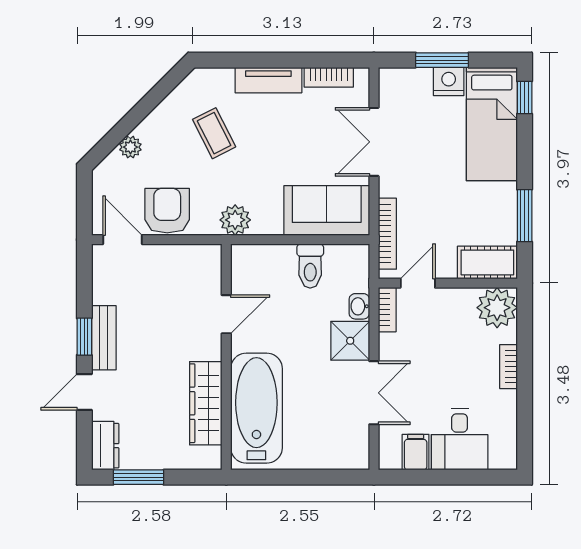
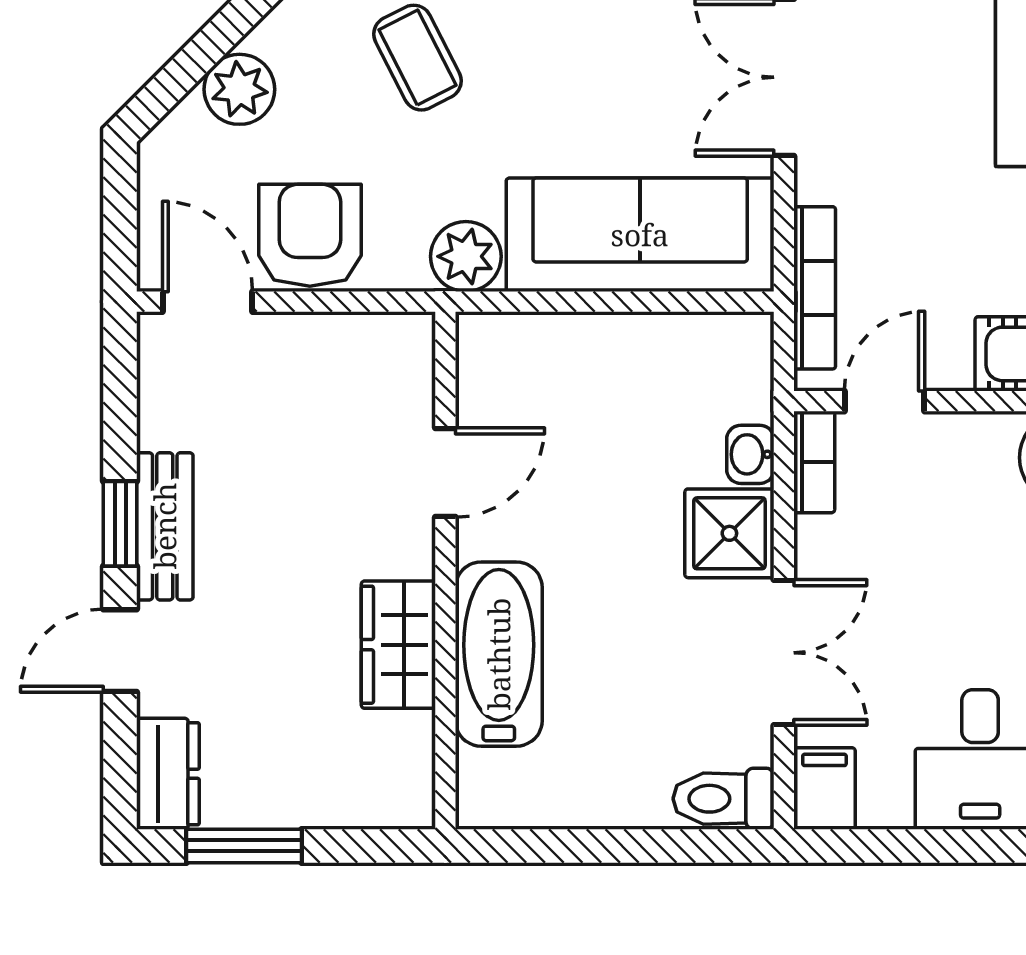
plant: (130, 147) -> (239, 89), width x1.38, depth x1.38
sofa: (327, 210) -> (640, 235), width x1.36
toilet: (310, 266) -> (723, 799), moved, turned 90
wardrobe: (206, 403) -> (398, 645), width x0.67
bathtub: (256, 408) -> (499, 654), width x0.73, depth x0.73
filing cabinet: (416, 452) -> (824, 789), moved

